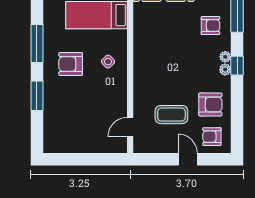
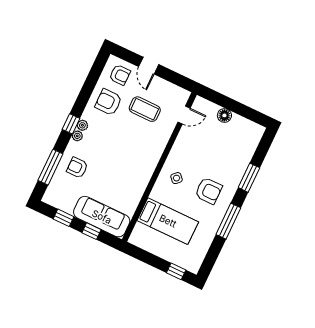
floor lamp: (90, 145) -> (224, 115), added

